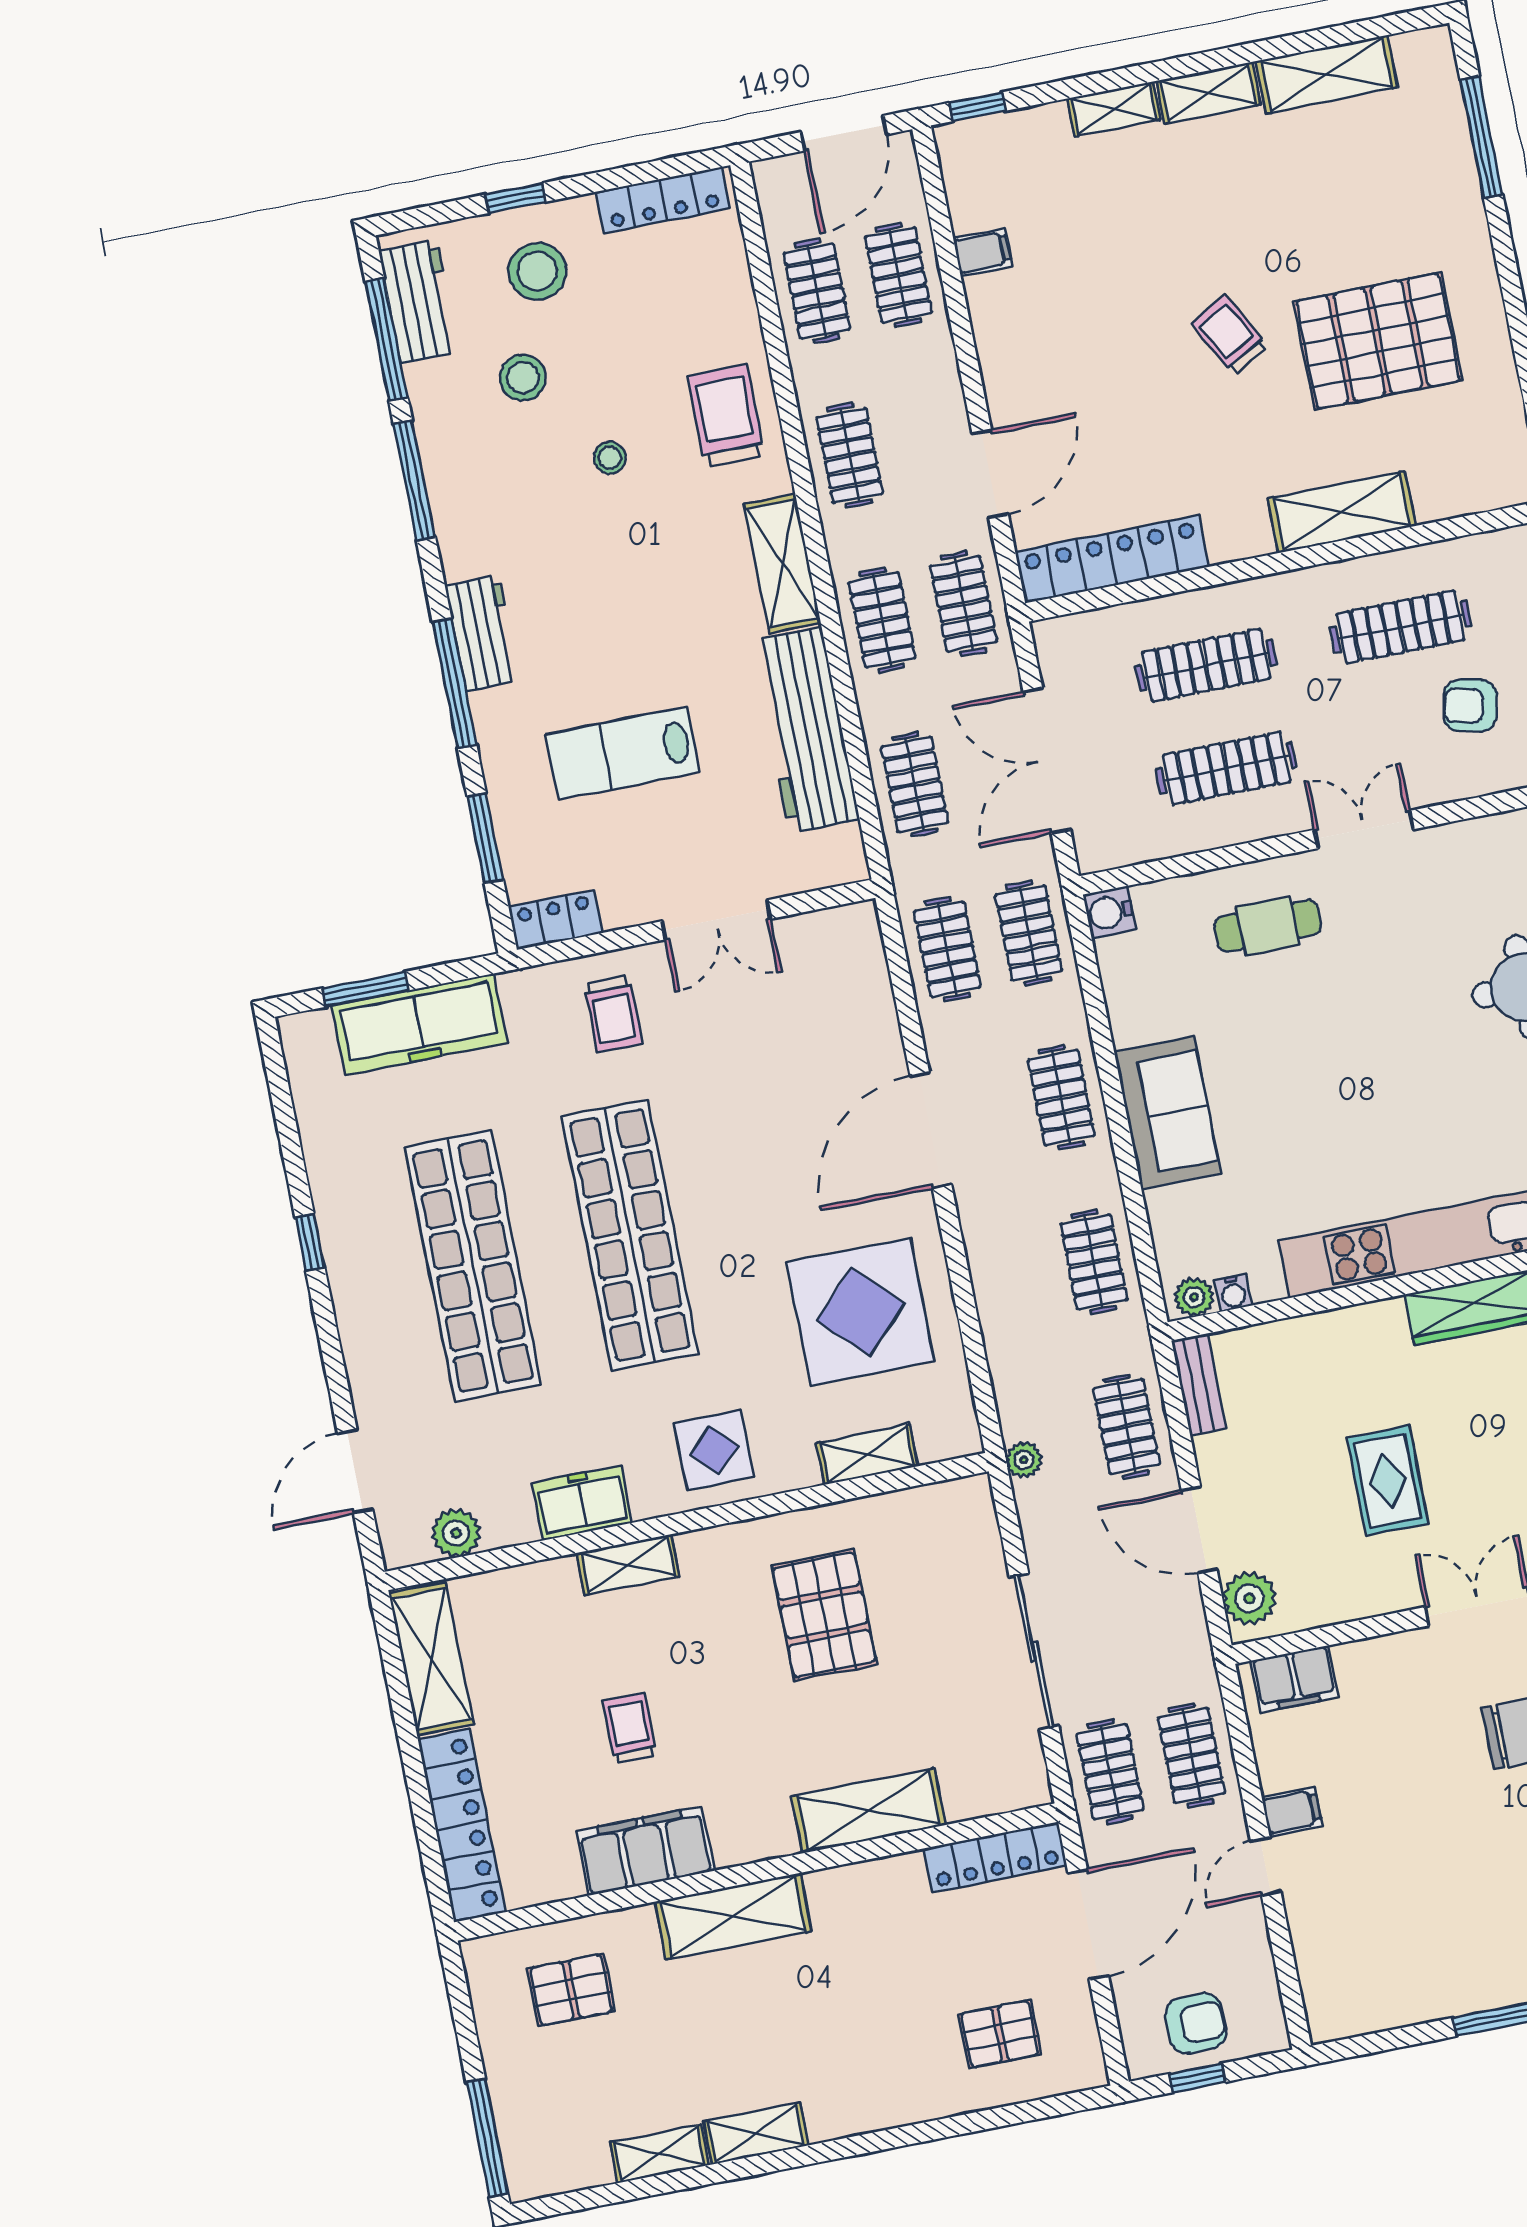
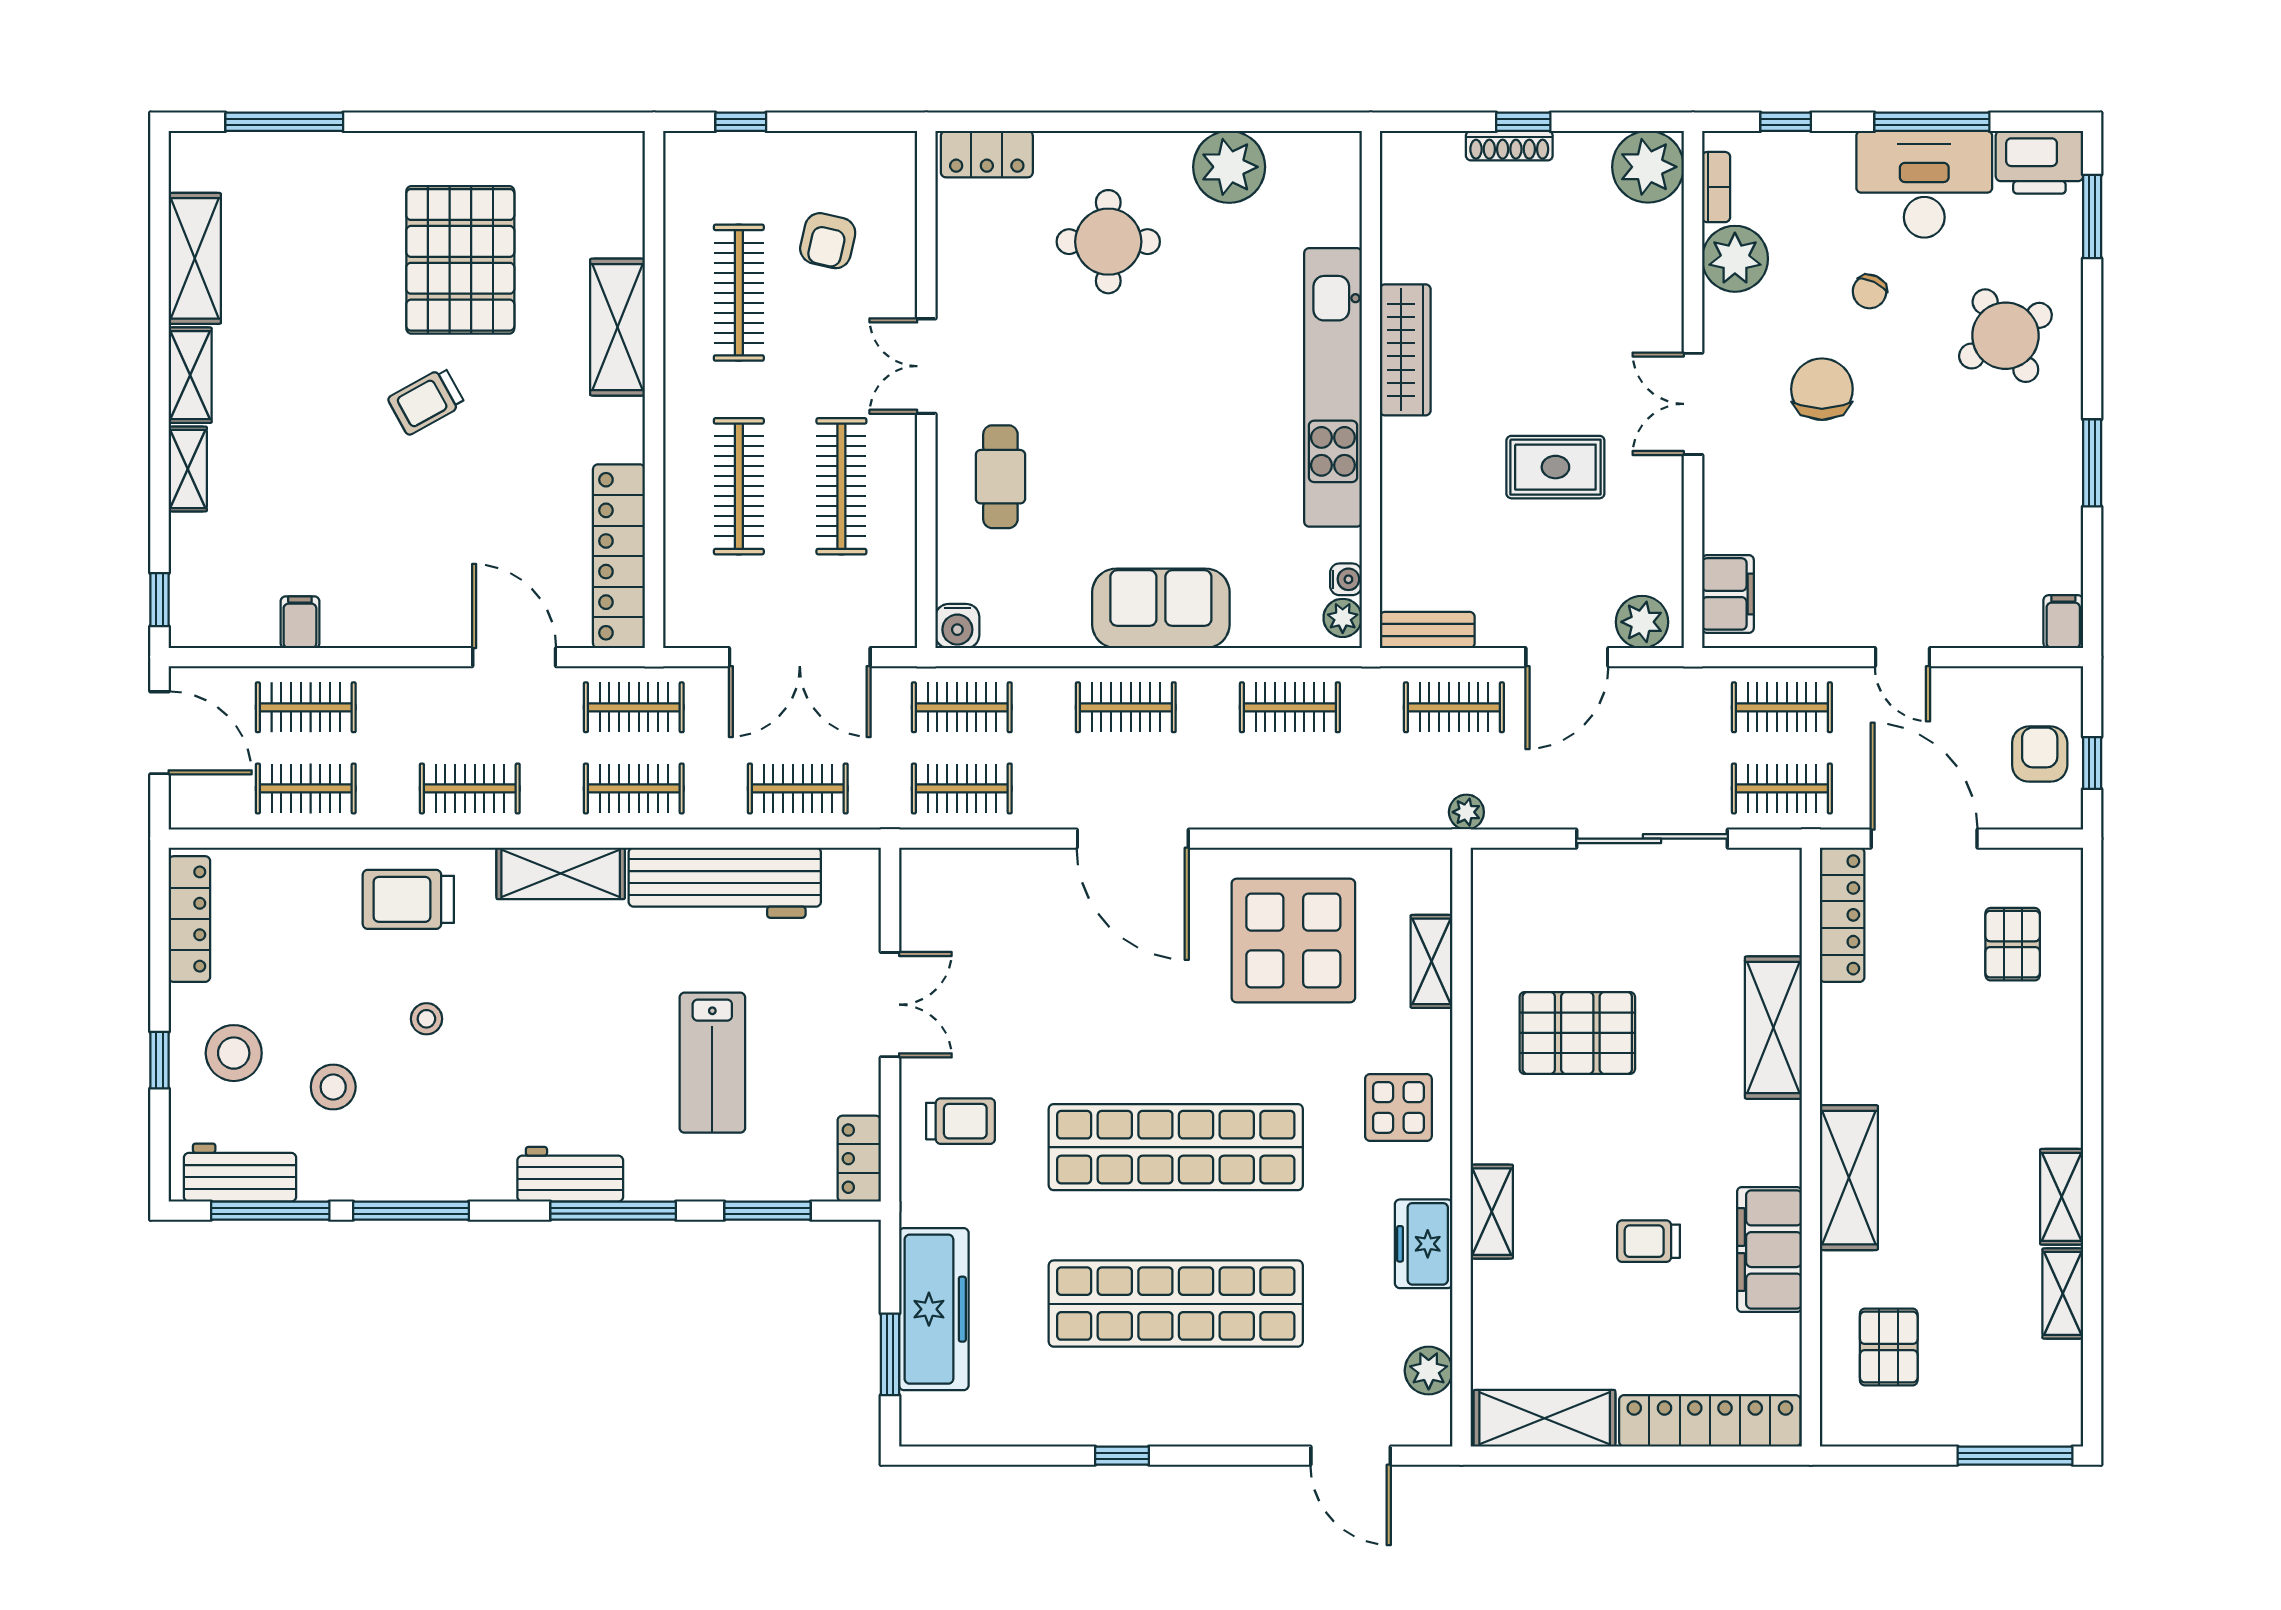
filing cabinet: (1292, 1812) -> (2063, 622), moved

